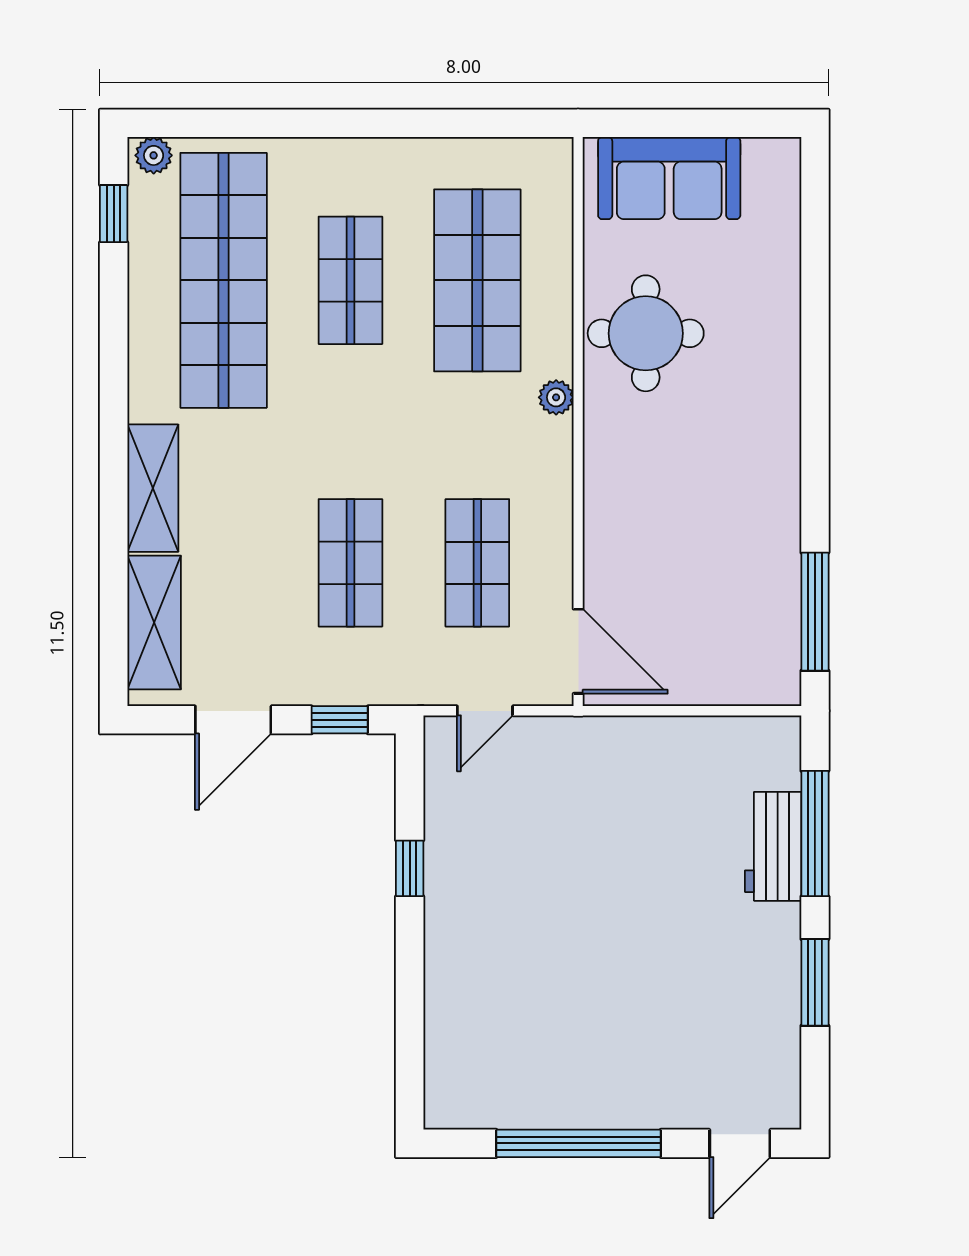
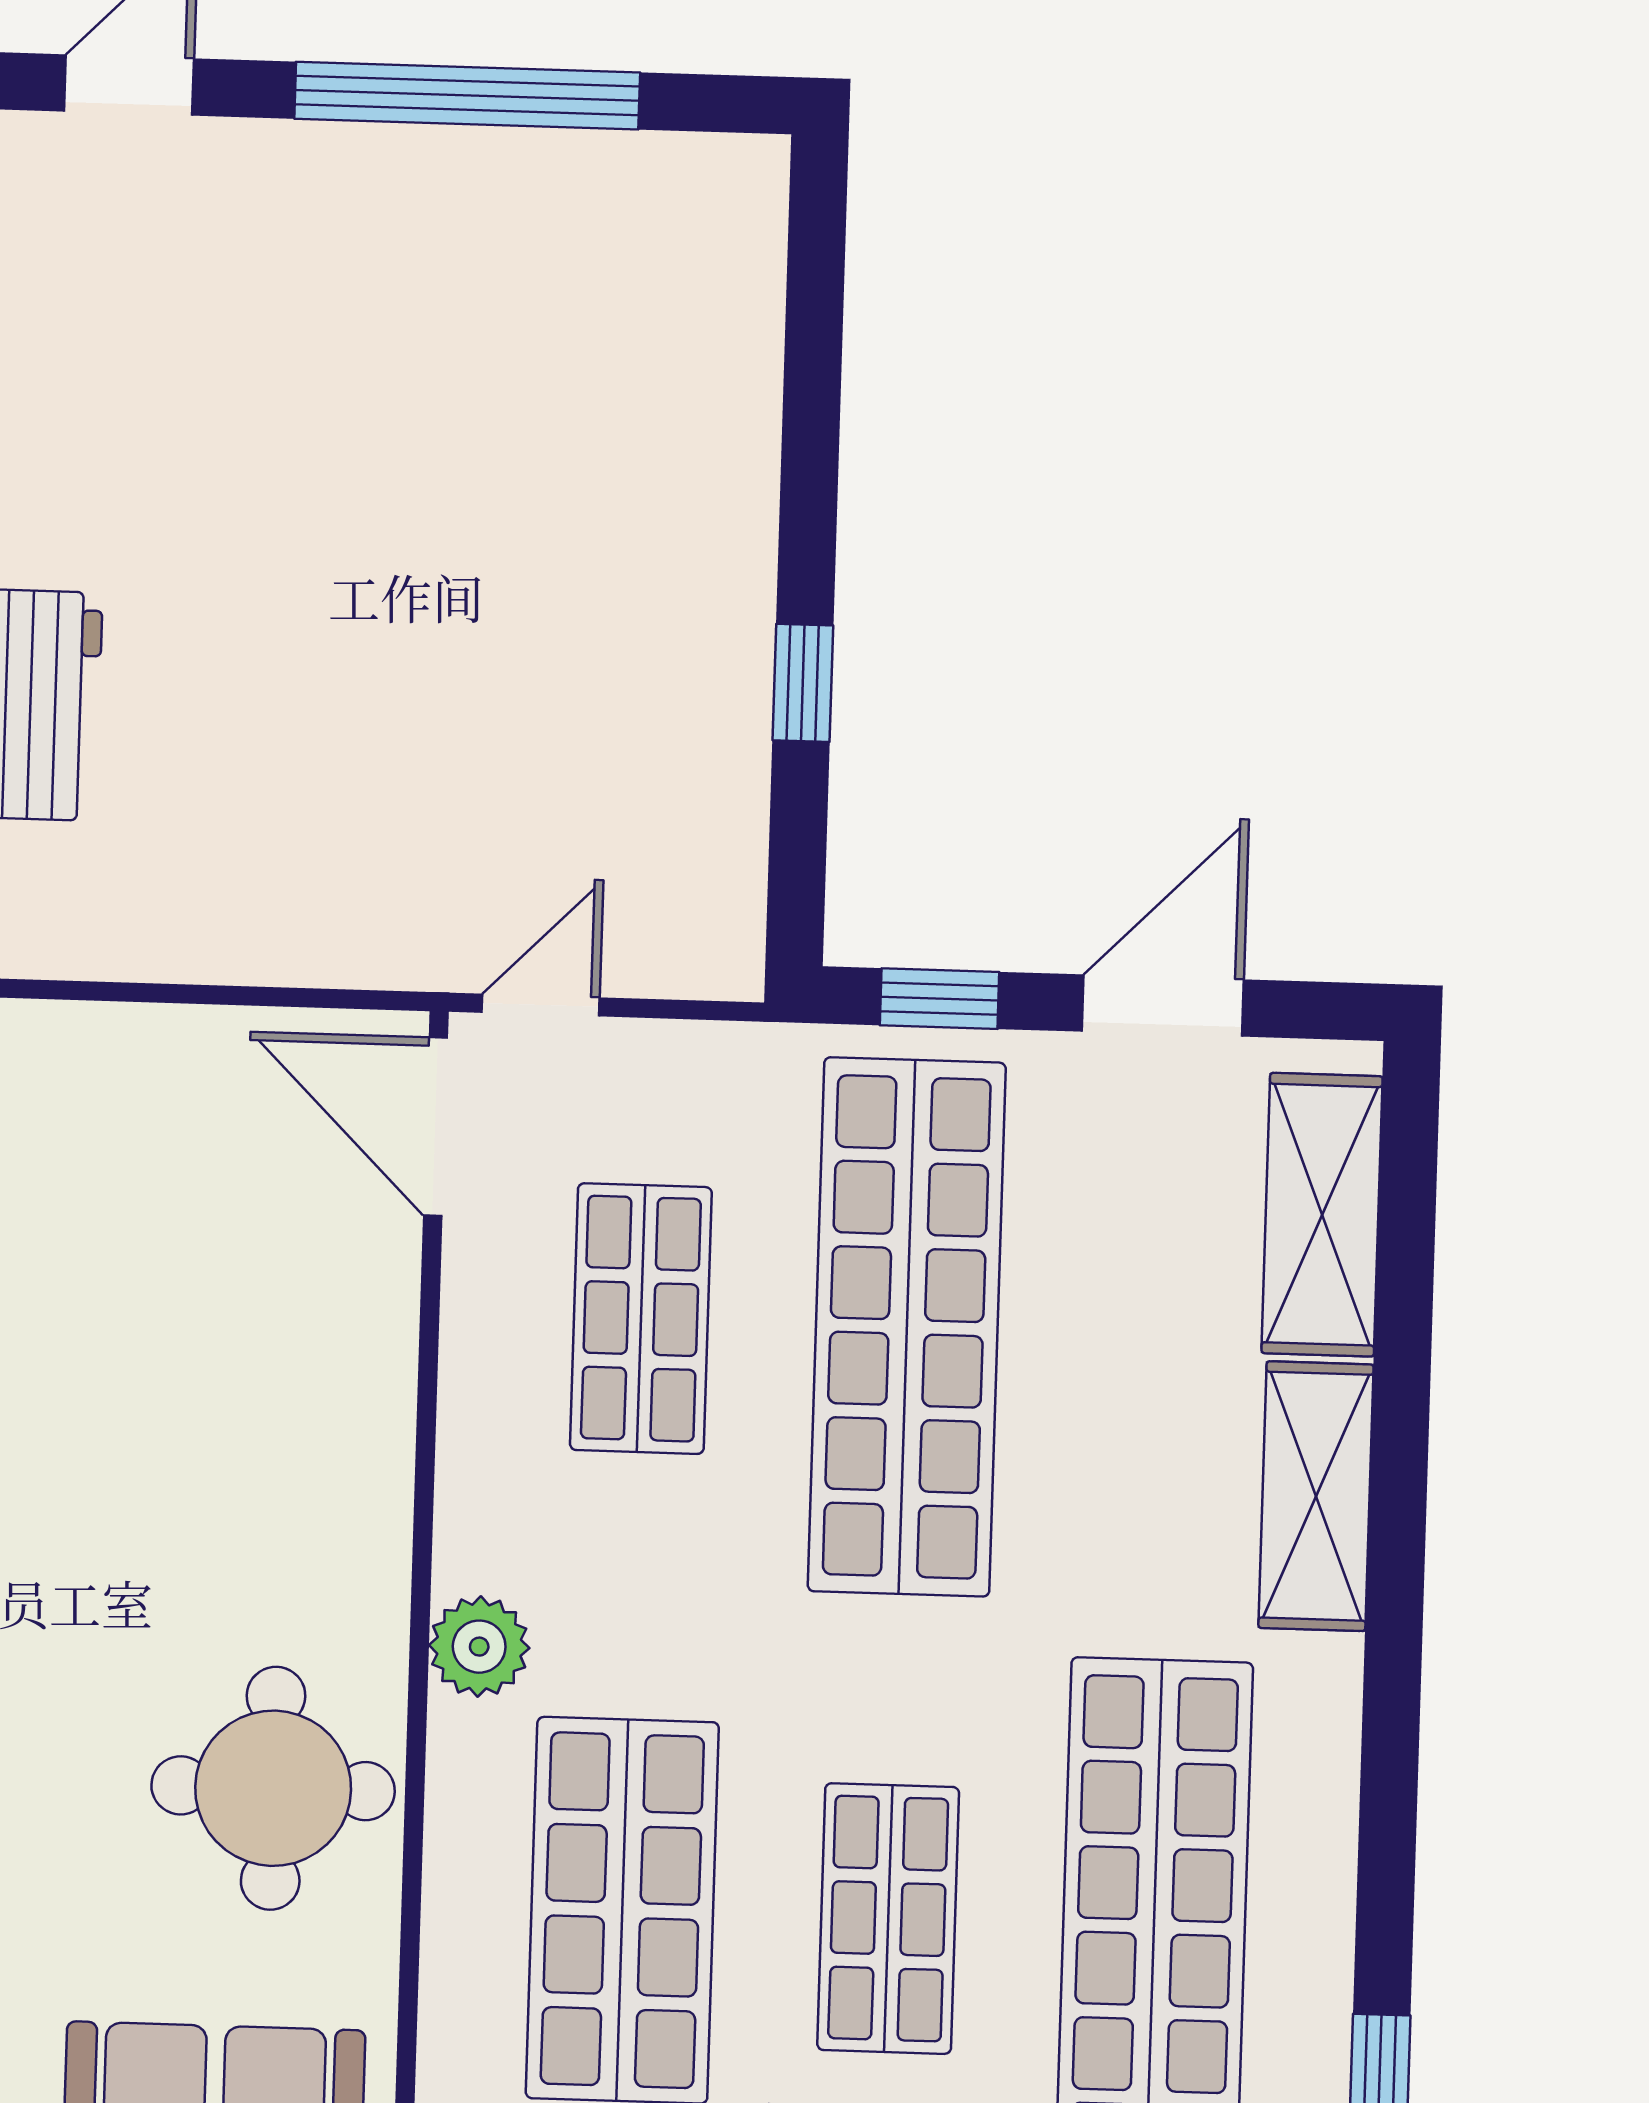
plant: (556, 397) -> (479, 1647), width x1.38, depth x1.38
shop shelf: (350, 563) -> (907, 1327), width x2.00, depth x1.36
door: (485, 711) -> (541, 1005), moved

